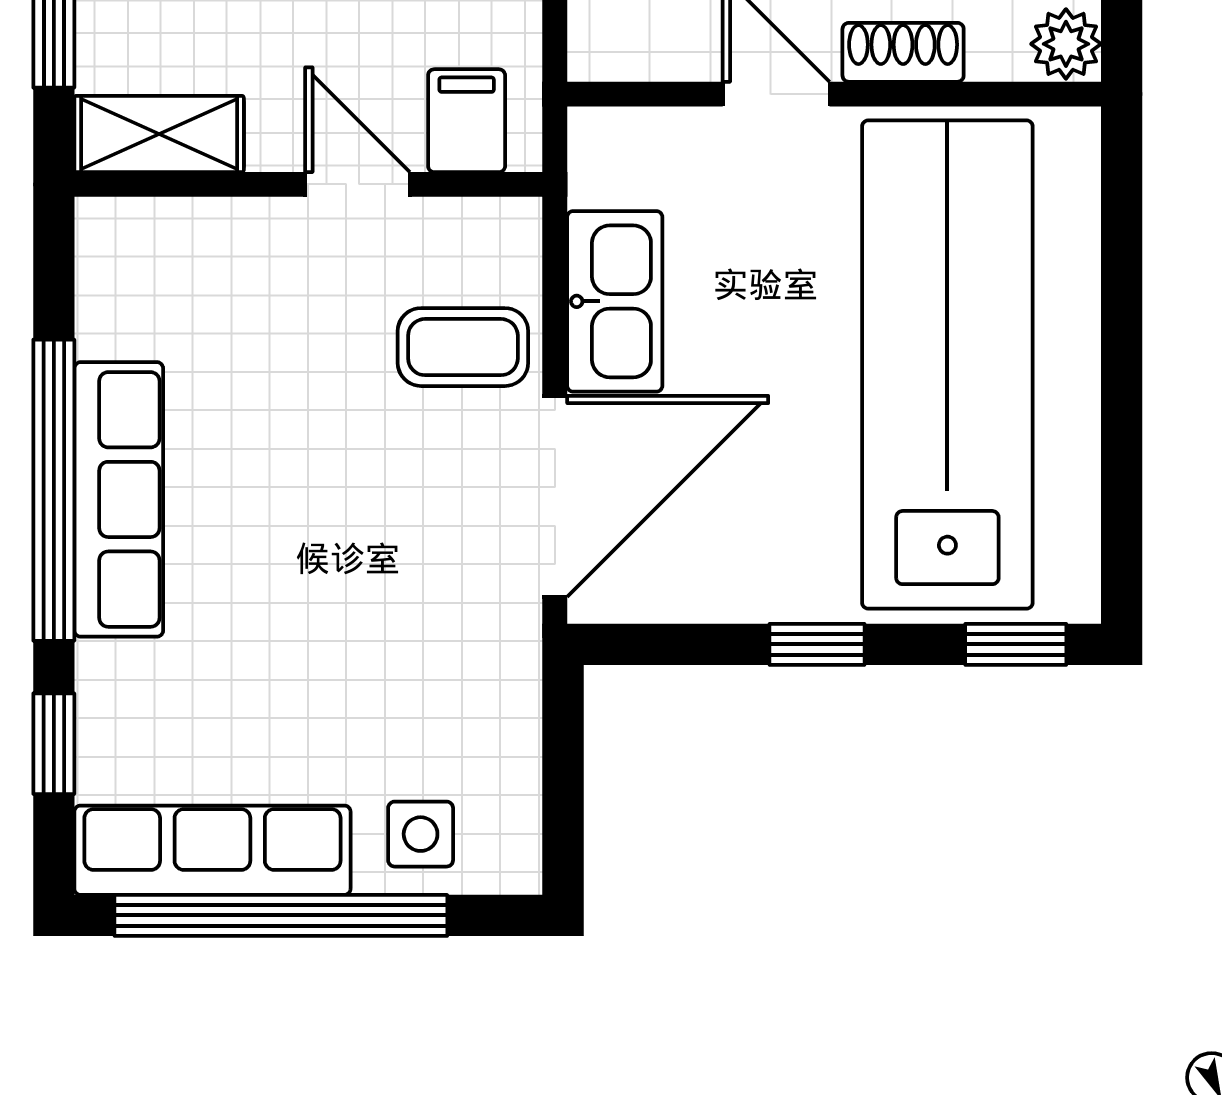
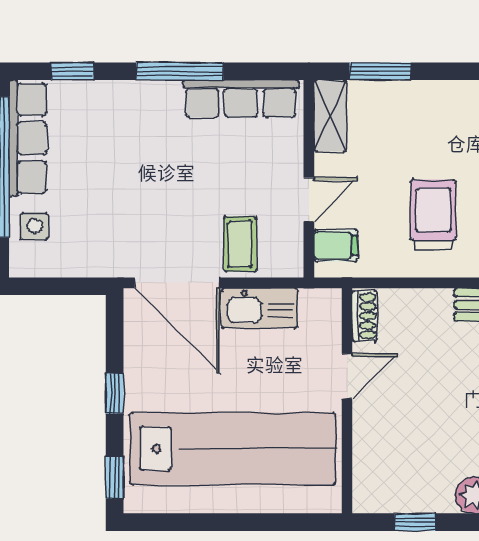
plant: (1066, 44) -> (368, 499), removed
shoe rack: (903, 52) -> (365, 316), moved
window: (54, 490) -> (180, 71), width x0.68
row of seats: (119, 499) -> (241, 99), moved

